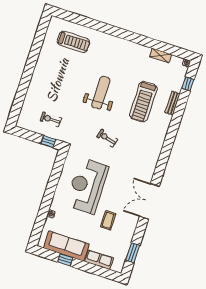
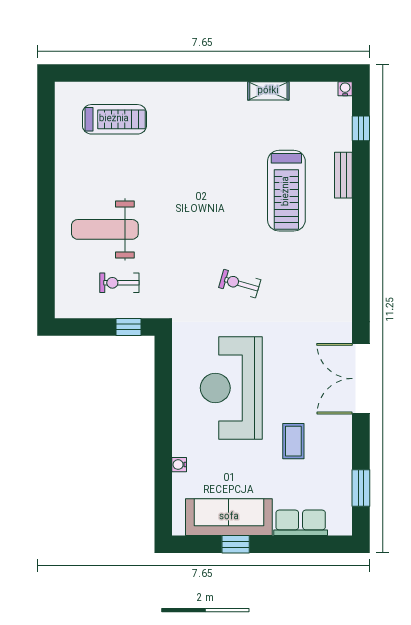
shelving: (161, 55) -> (268, 91), moved
weight bench: (101, 93) -> (105, 229), moved, turned -90

